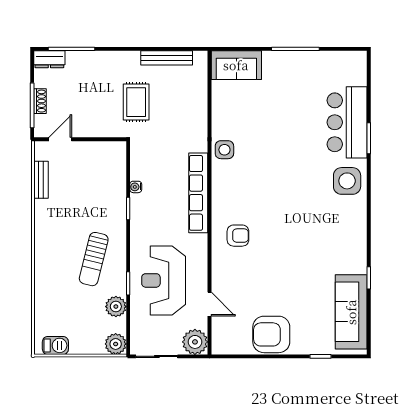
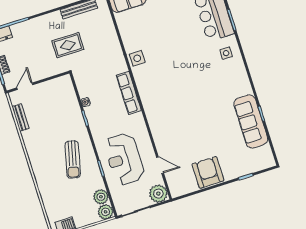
rug: (136, 102) -> (68, 45), turned 90
side table: (347, 181) -> (226, 53), width x0.54, depth x0.54
row of seats: (198, 193) -> (129, 93), width x0.73
armchair: (238, 236) -> (165, 113), removed
plant: (116, 307) -> (101, 197), moved
sofa: (351, 312) -> (251, 121), moved
armchair: (271, 334) -> (208, 172), turned 90

